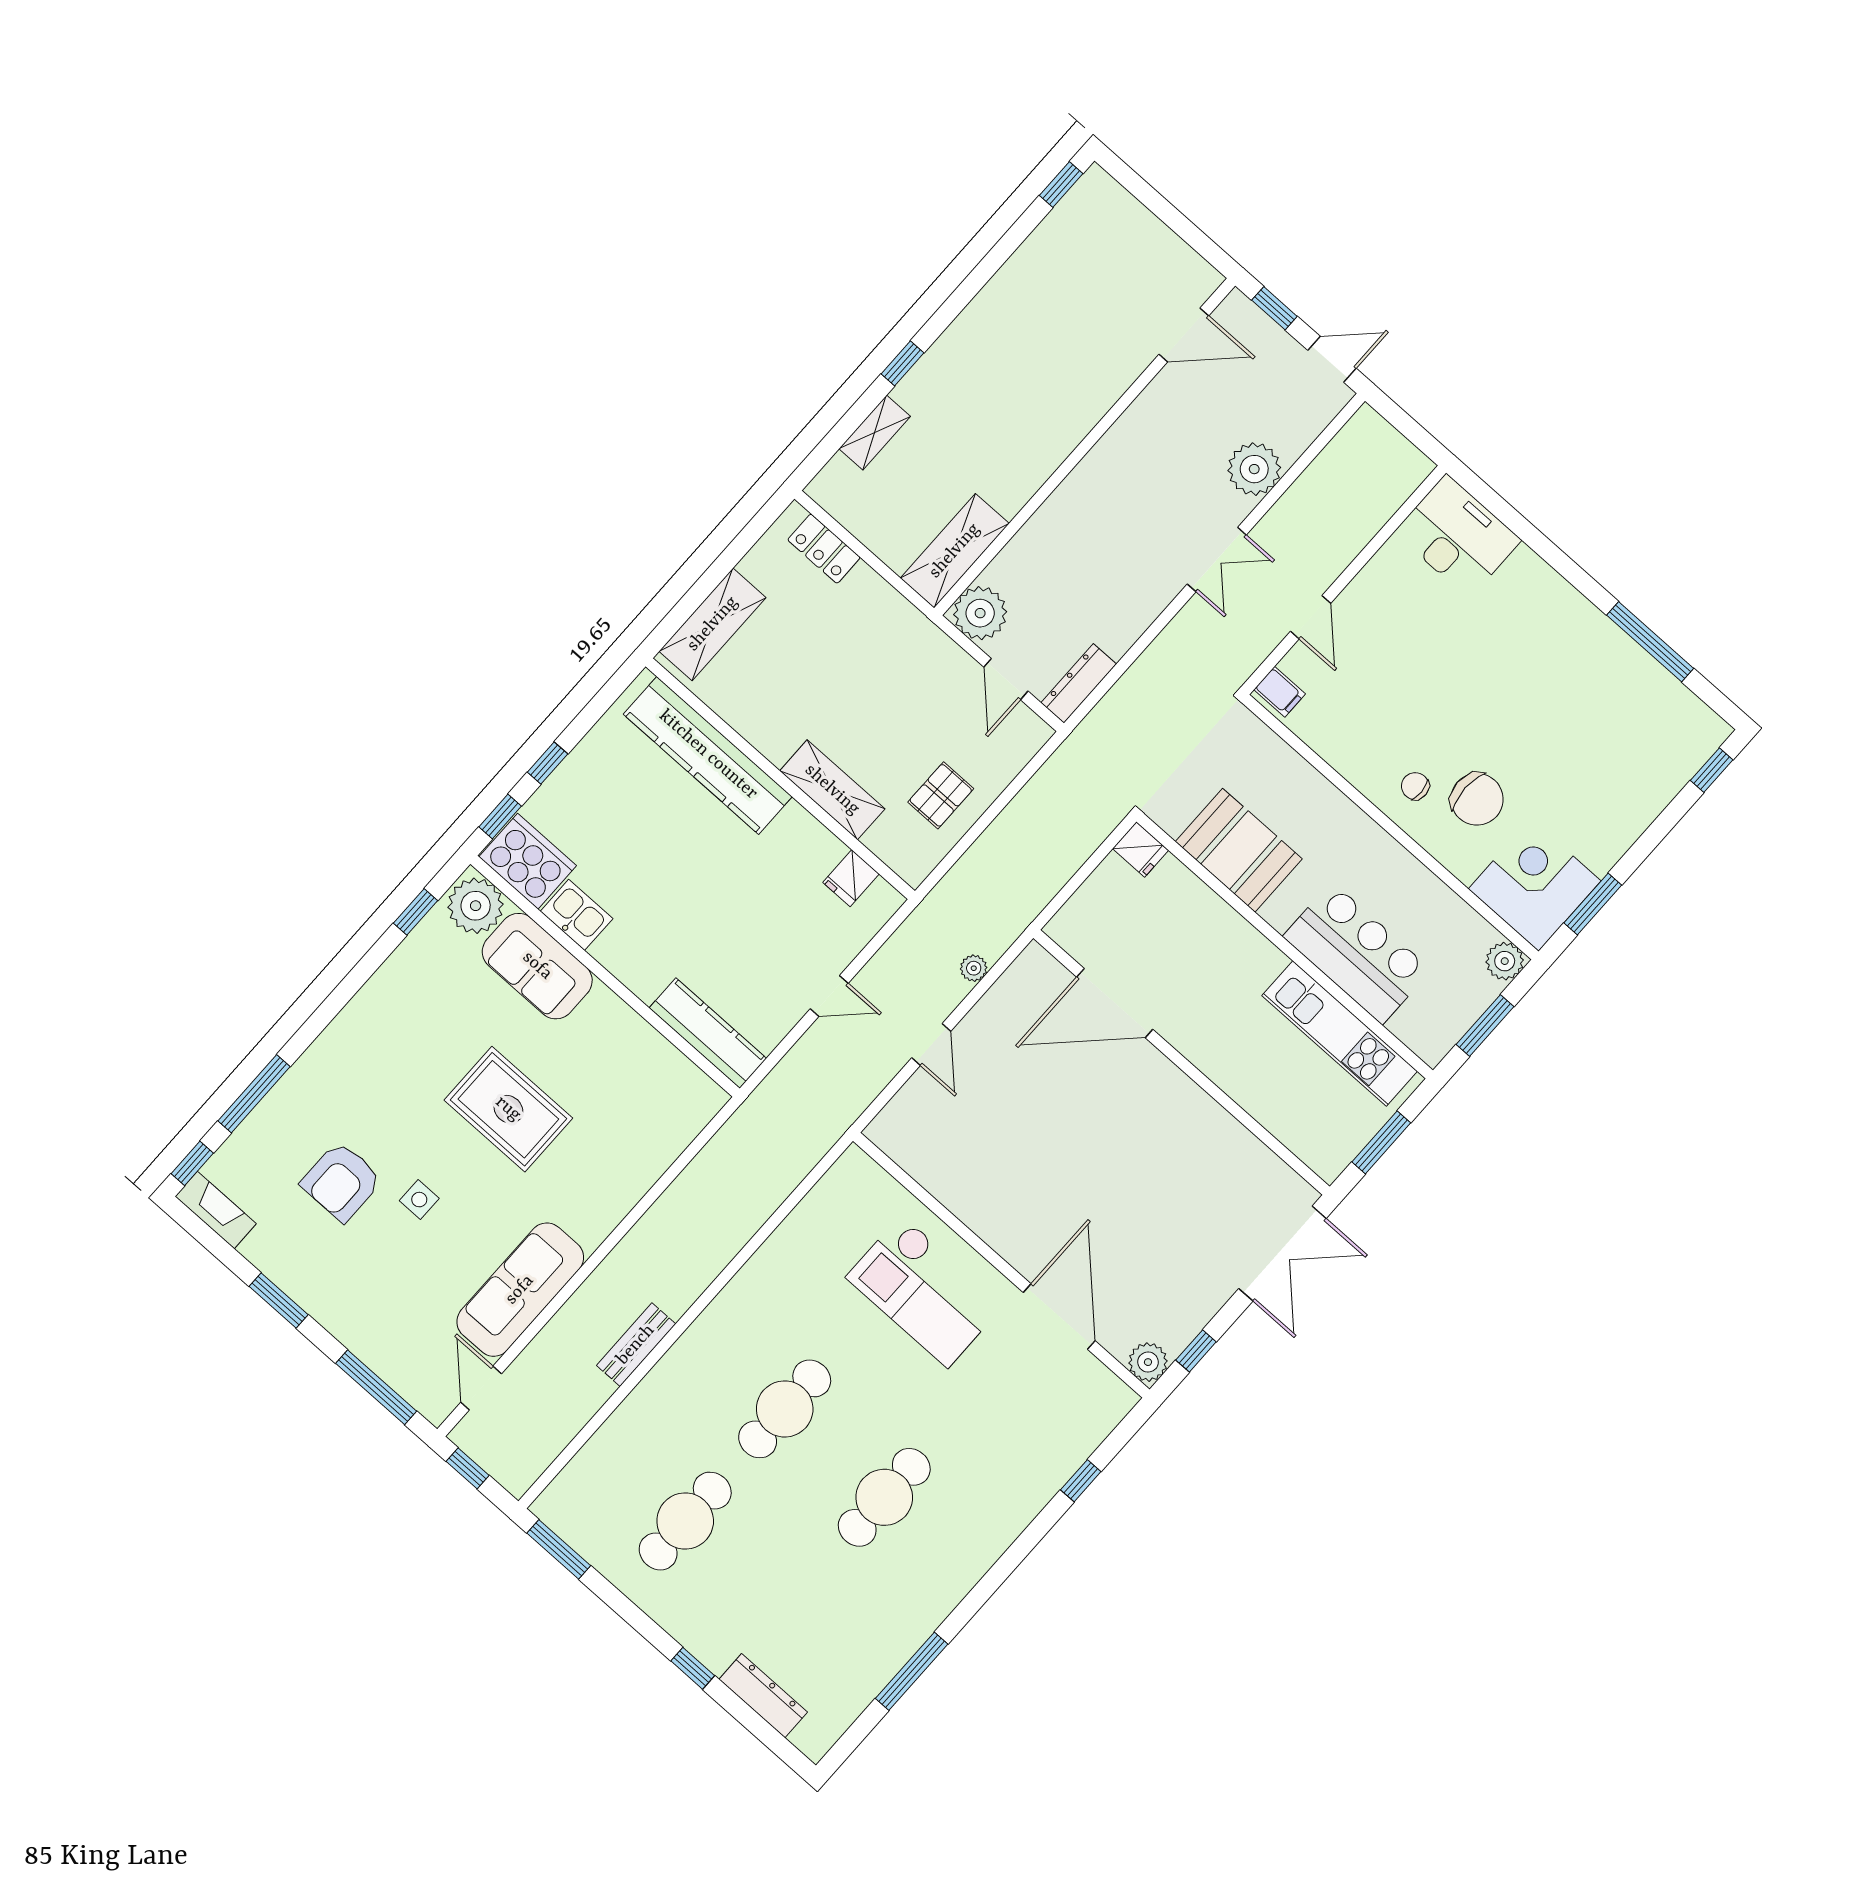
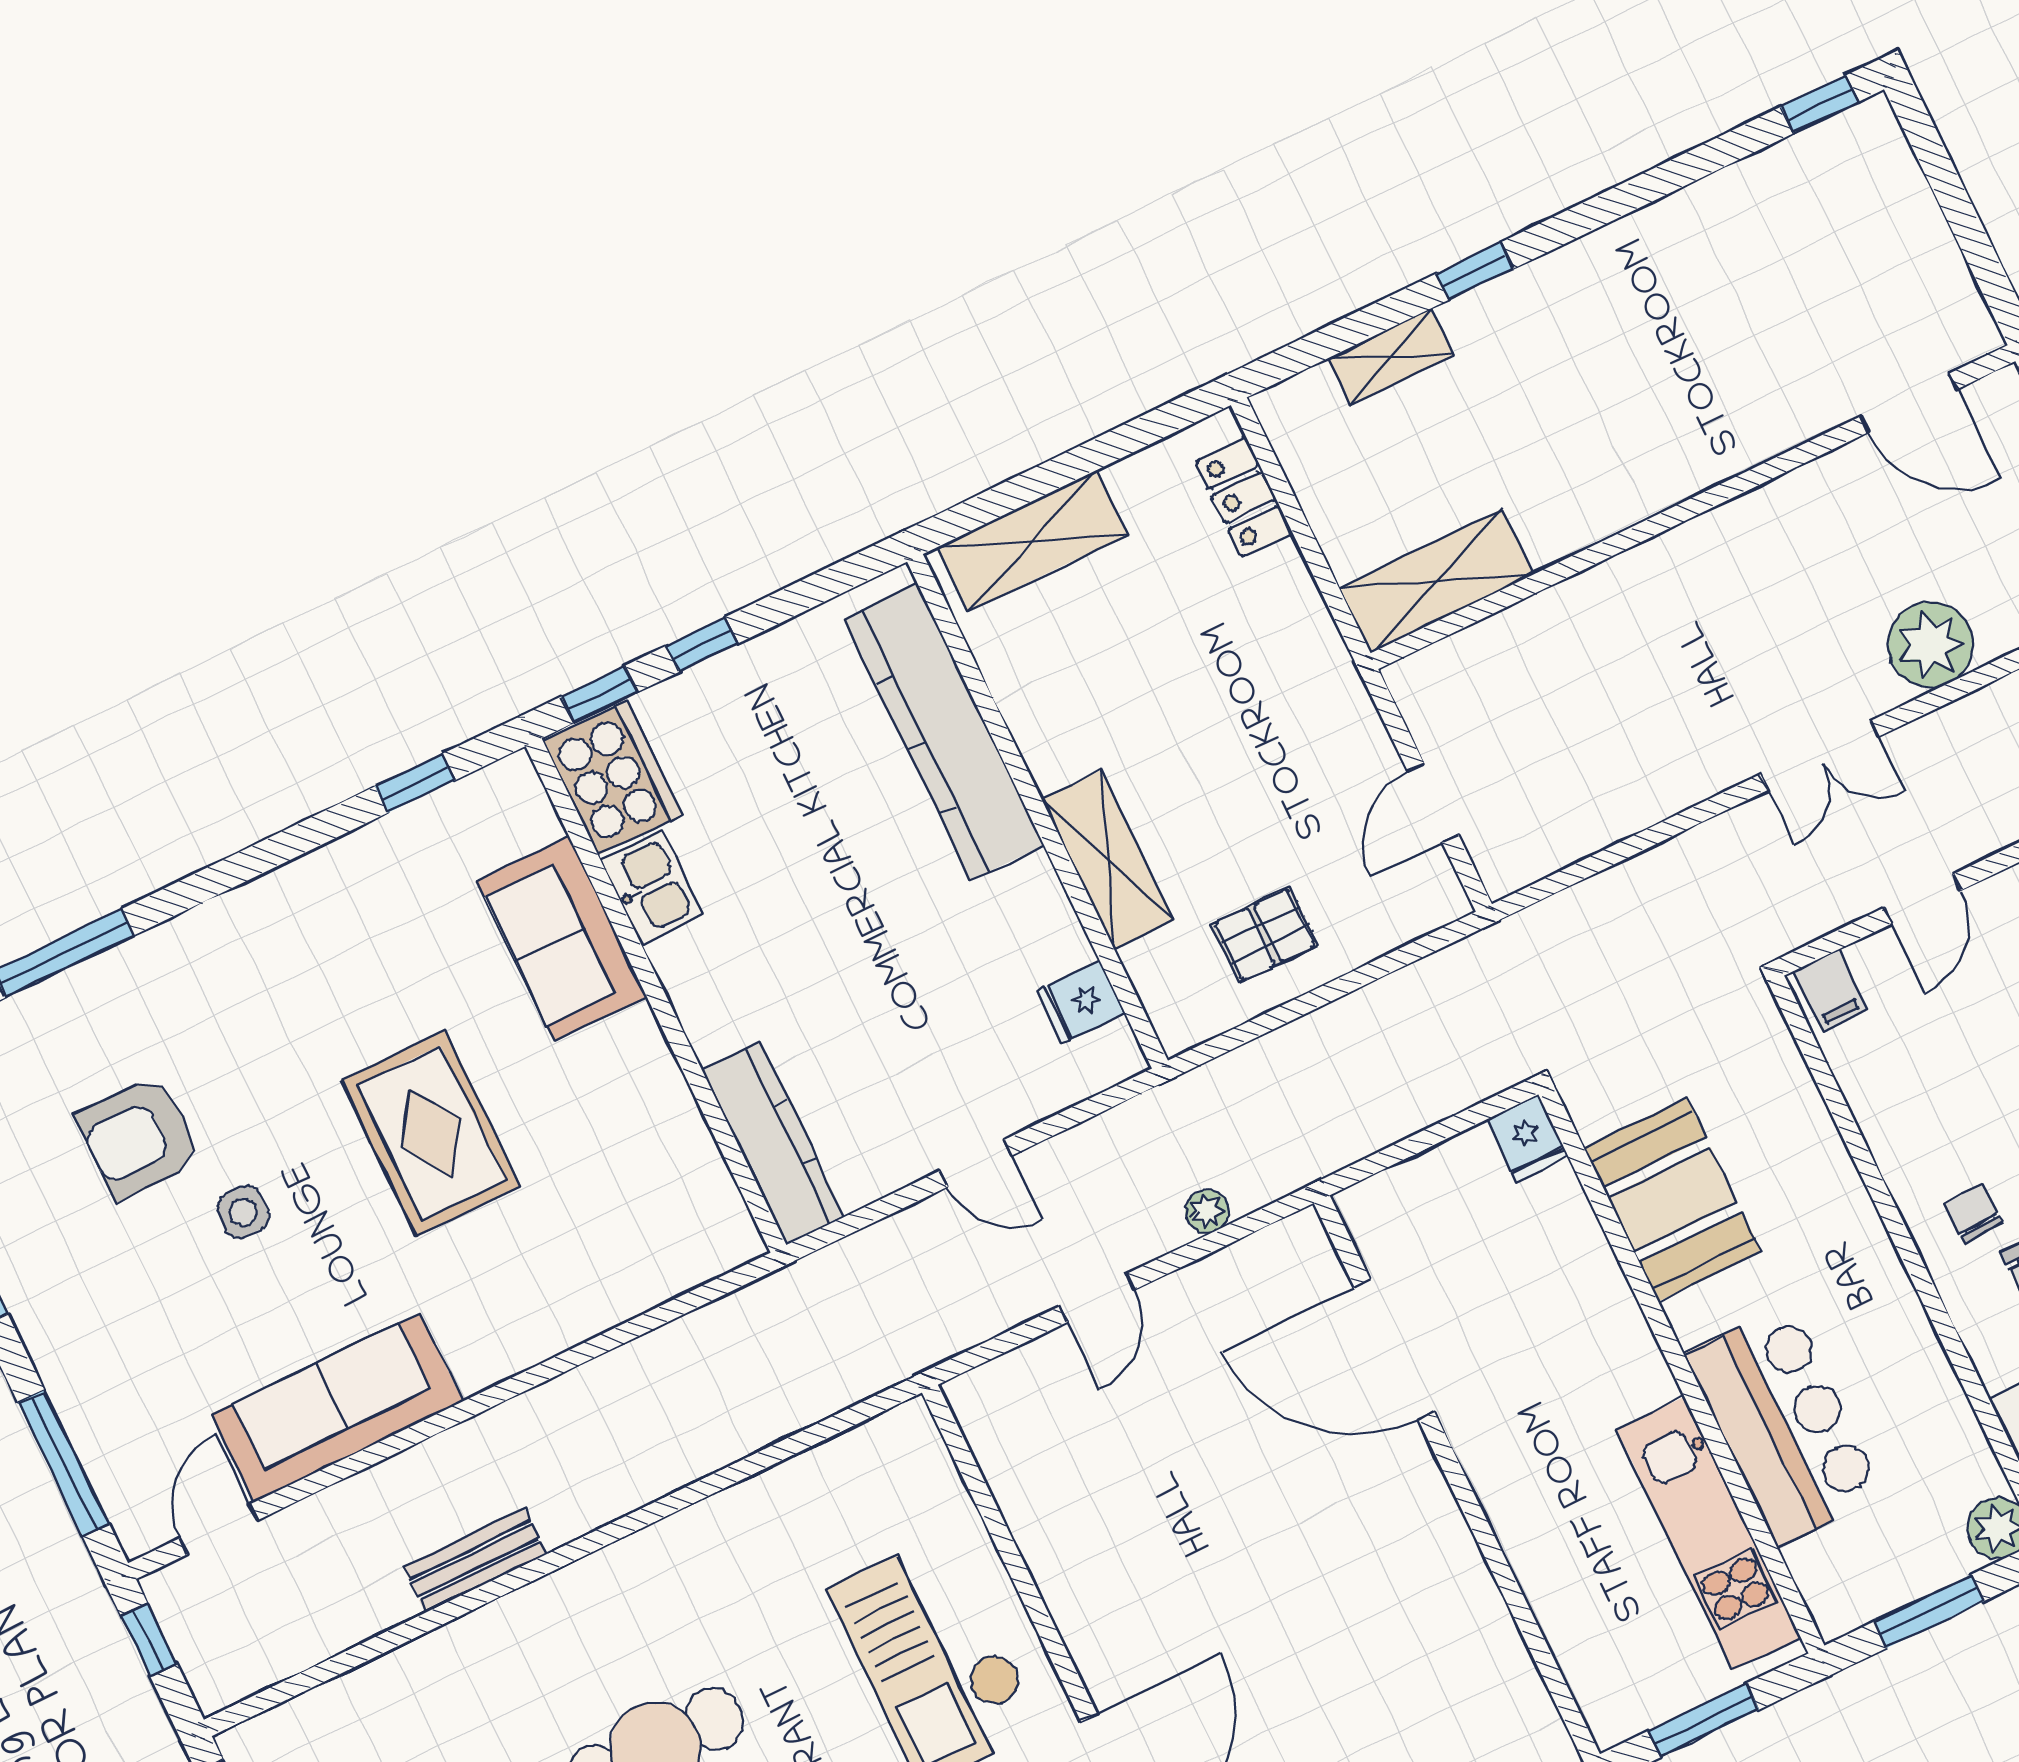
plant: (980, 613) -> (1436, 689), removed
dresser: (1079, 683) -> (1538, 854), removed
plant: (476, 906) -> (508, 811), removed

